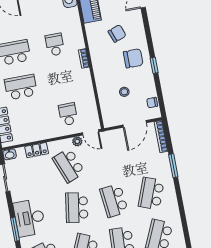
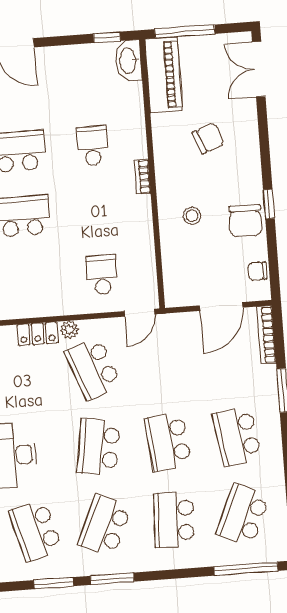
chair: (133, 58) -> (245, 221), moved, turned 91
stool: (124, 92) -> (192, 216), moved
door: (91, 132) -> (140, 313), hinge flipped
plant: (77, 141) -> (69, 330), moved
school desk: (151, 193) -> (237, 436), turned -30

